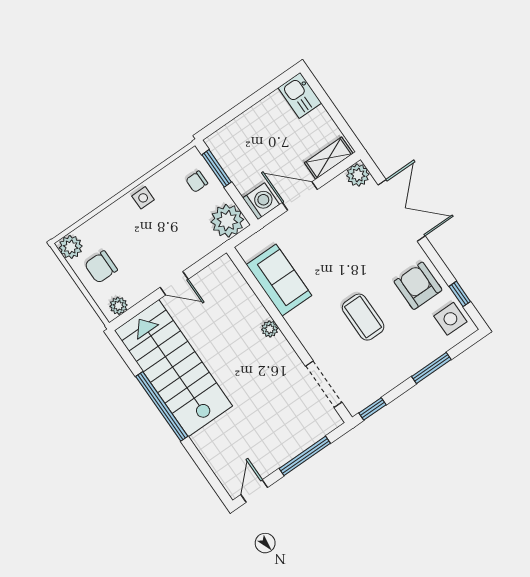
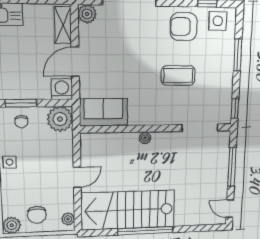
sofa: (279, 280) -> (103, 112), moved

